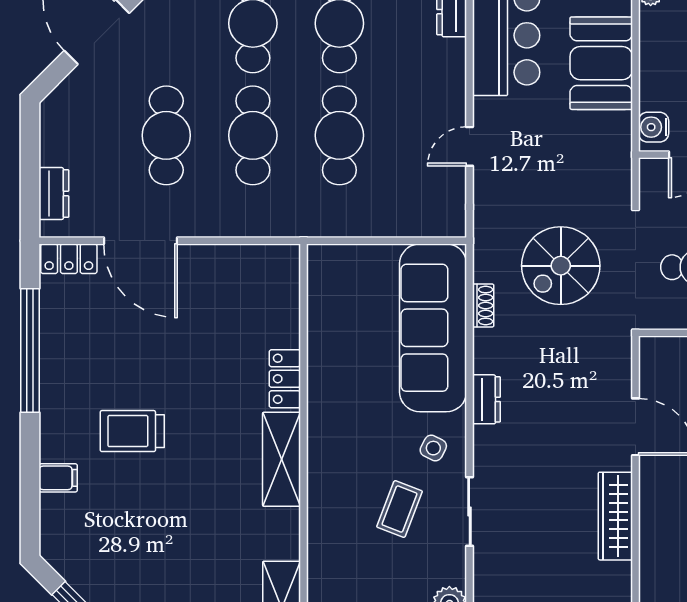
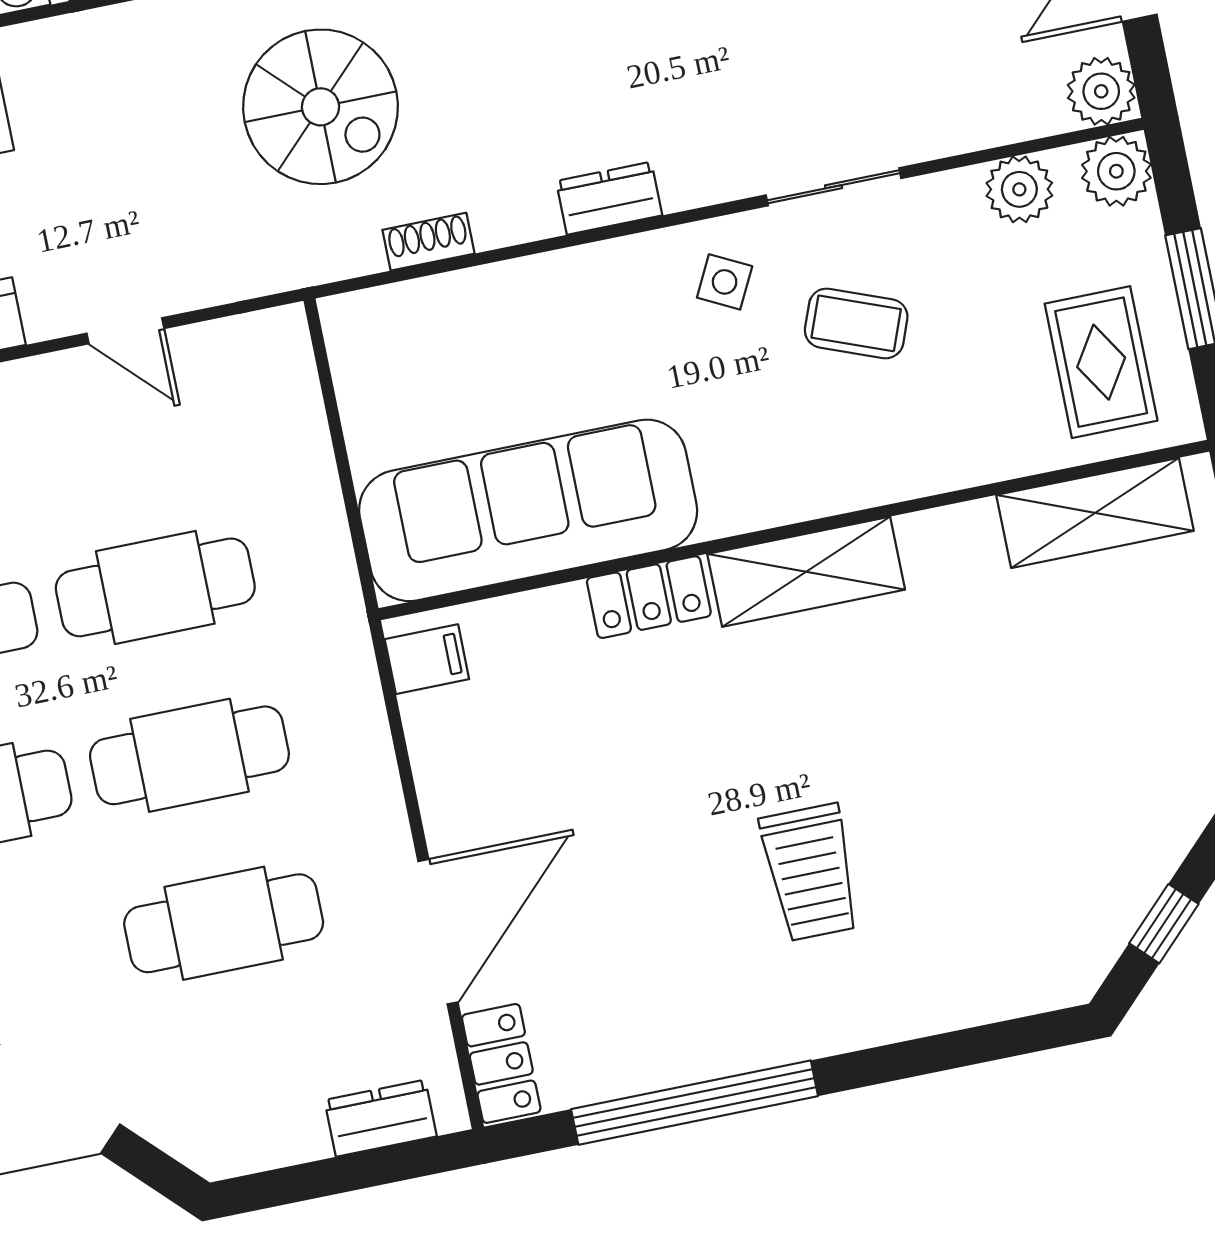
sofa: (433, 328) -> (528, 510), moved, turned 180
filing cabinet: (58, 478) -> (427, 659), moved, turned 90

